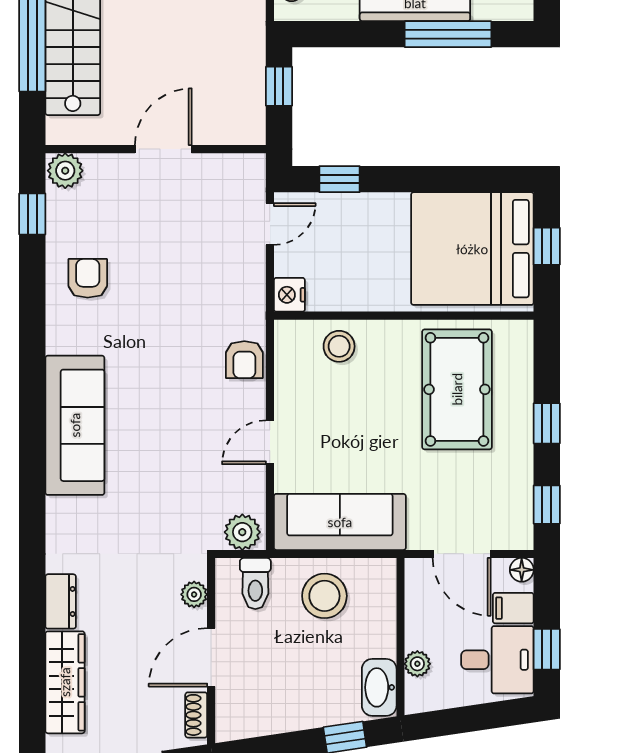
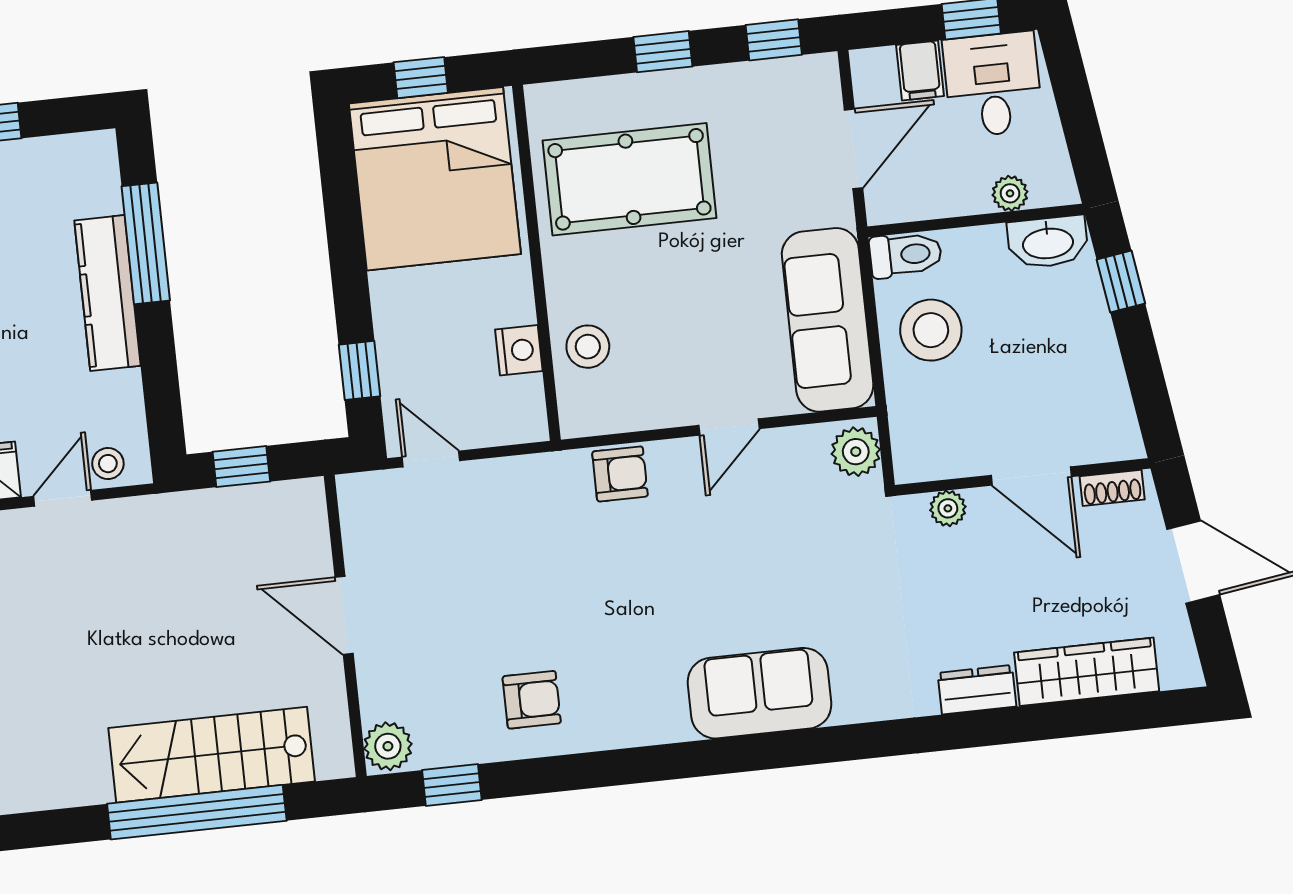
armchair: (88, 278) -> (532, 700), turned 180
nightstand: (289, 295) -> (519, 350), moved, turned -90
sofa: (75, 425) -> (760, 693), width x0.73
door: (270, 442) -> (729, 427), hinge flipped
floor lamp: (522, 570) -> (866, 64), removed
toilet: (255, 583) -> (906, 255), moved

